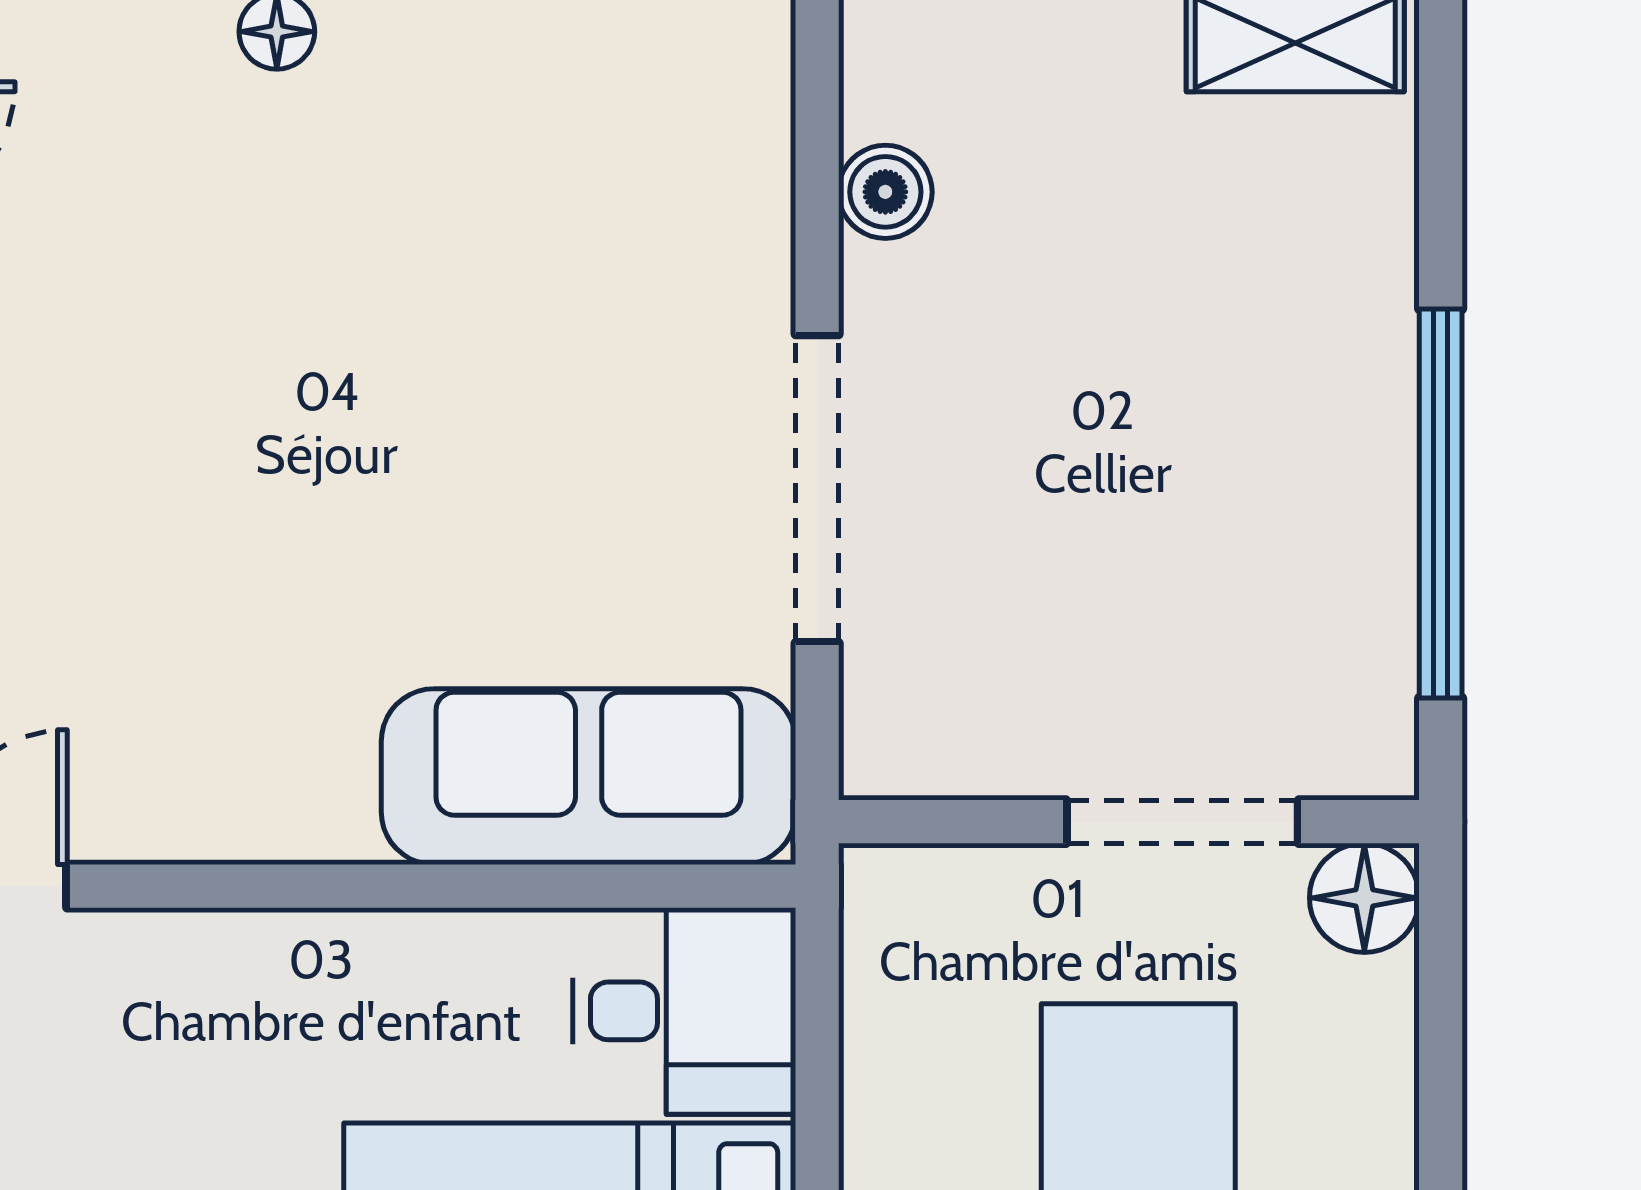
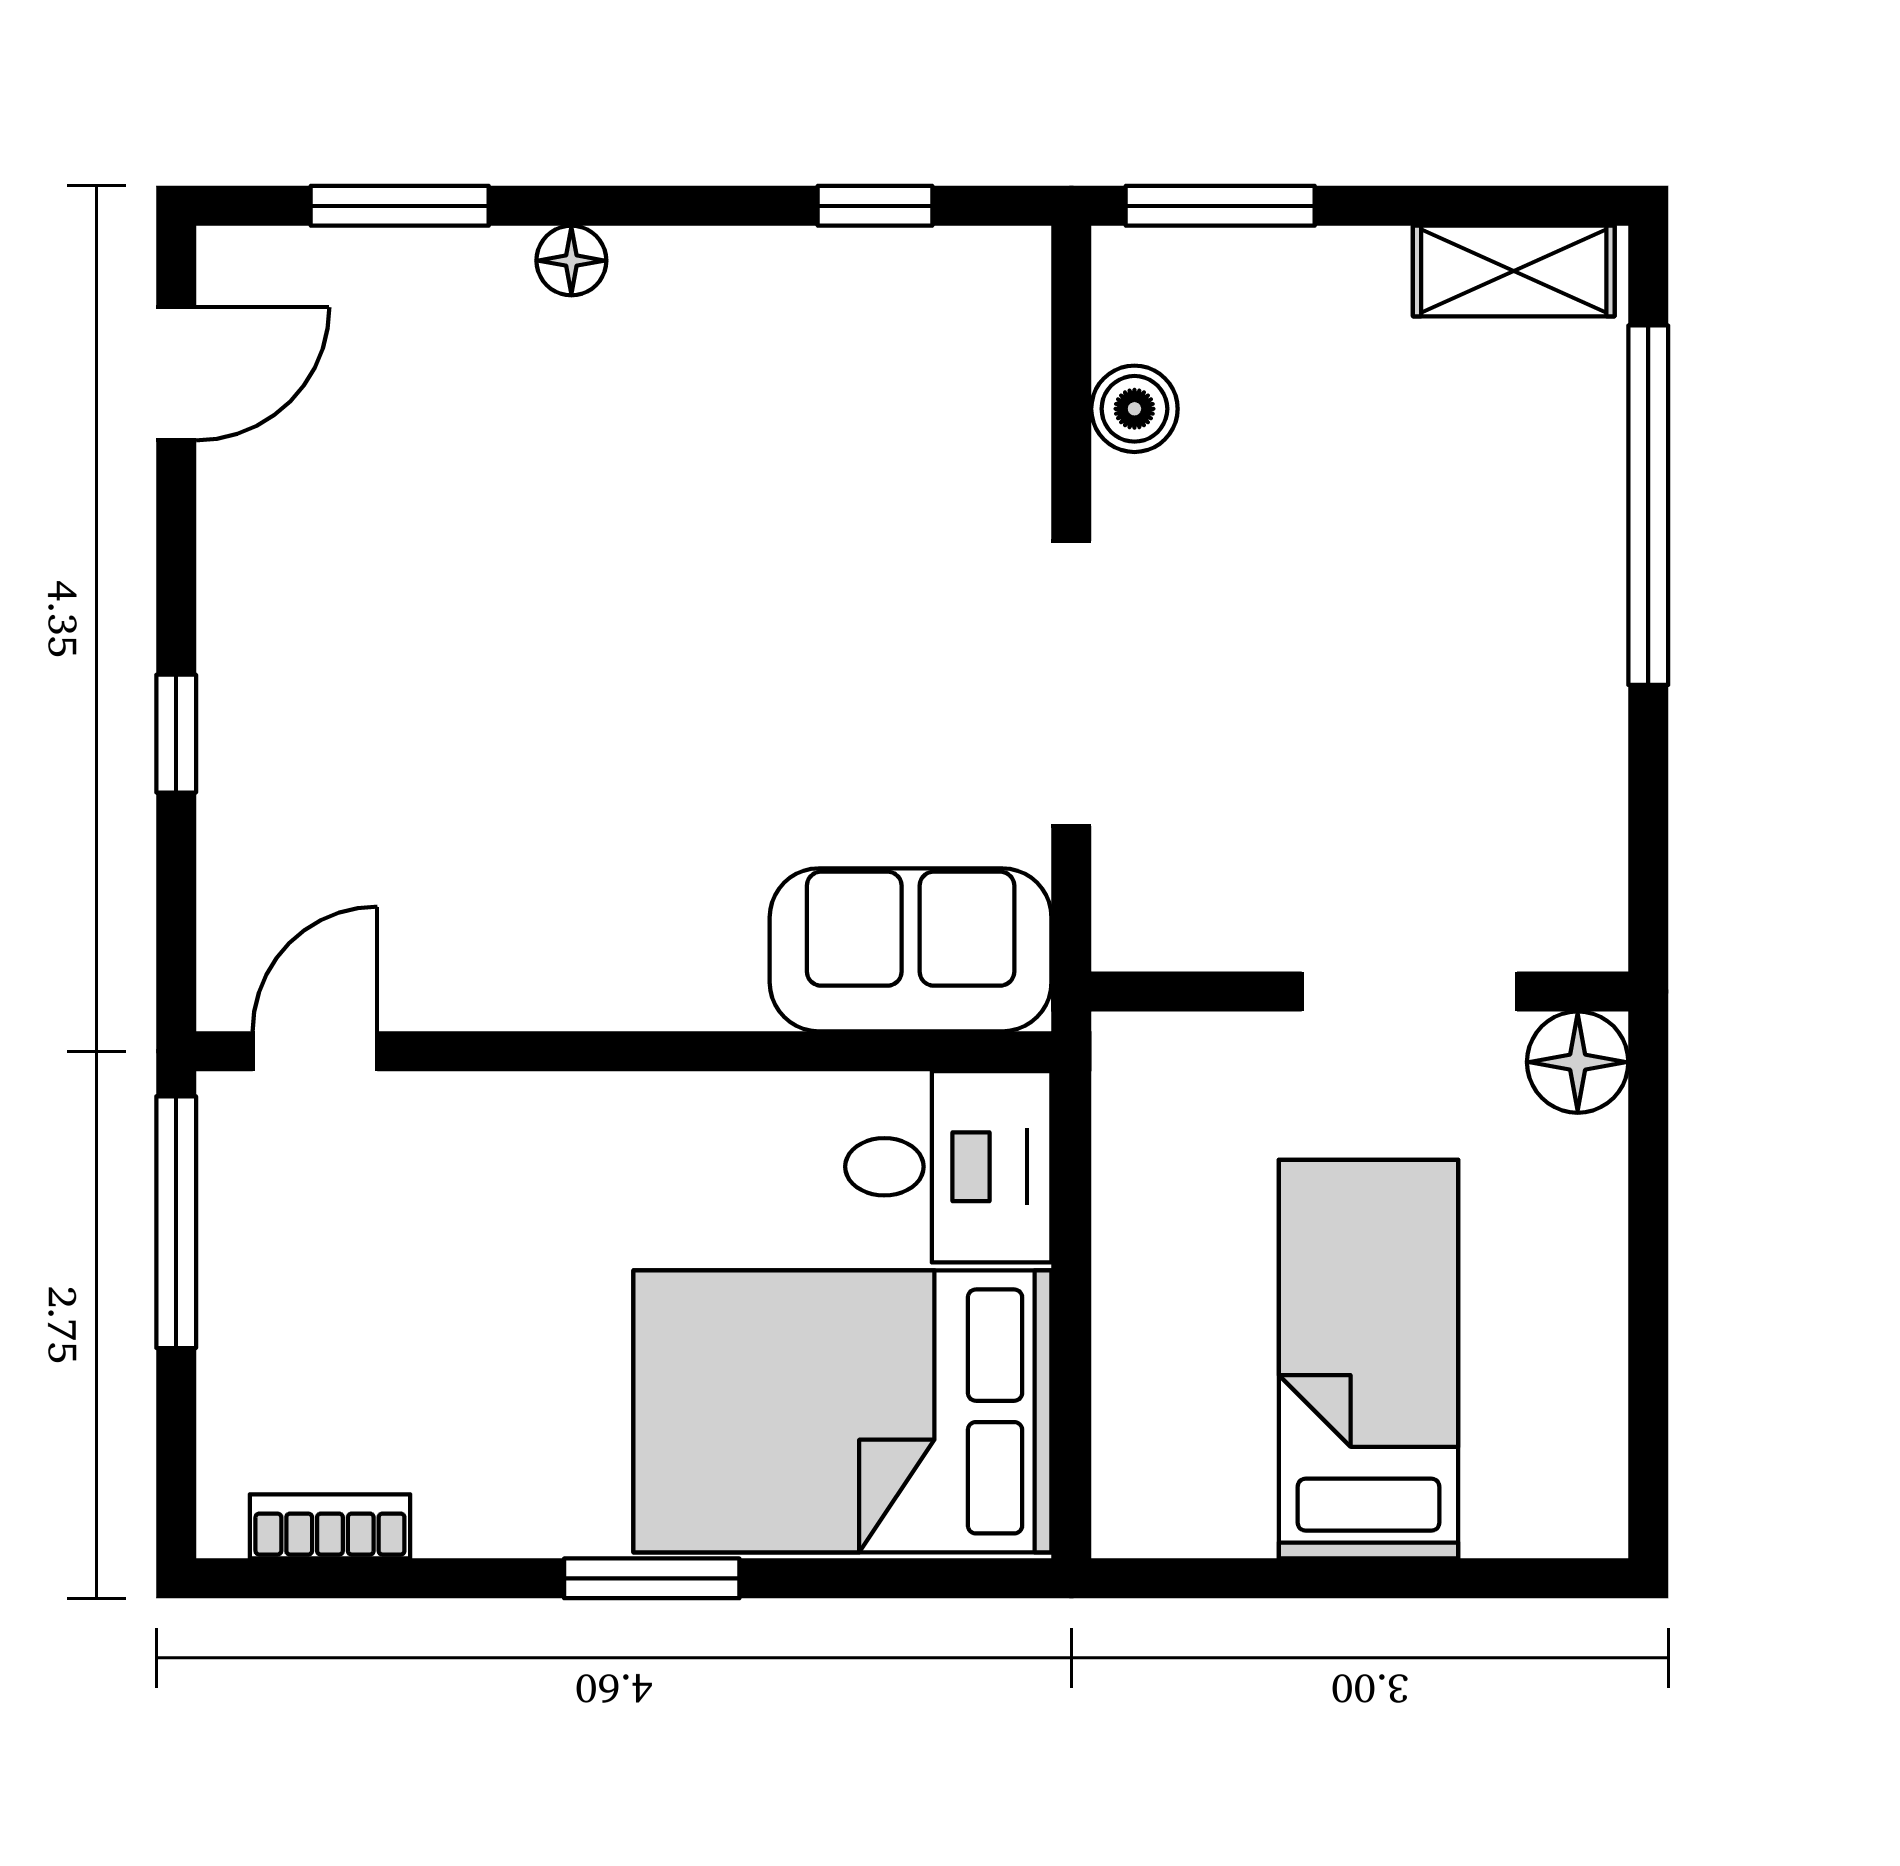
window: (1441, 503) -> (1648, 505), moved
sofa: (589, 777) -> (911, 950), width x0.73

